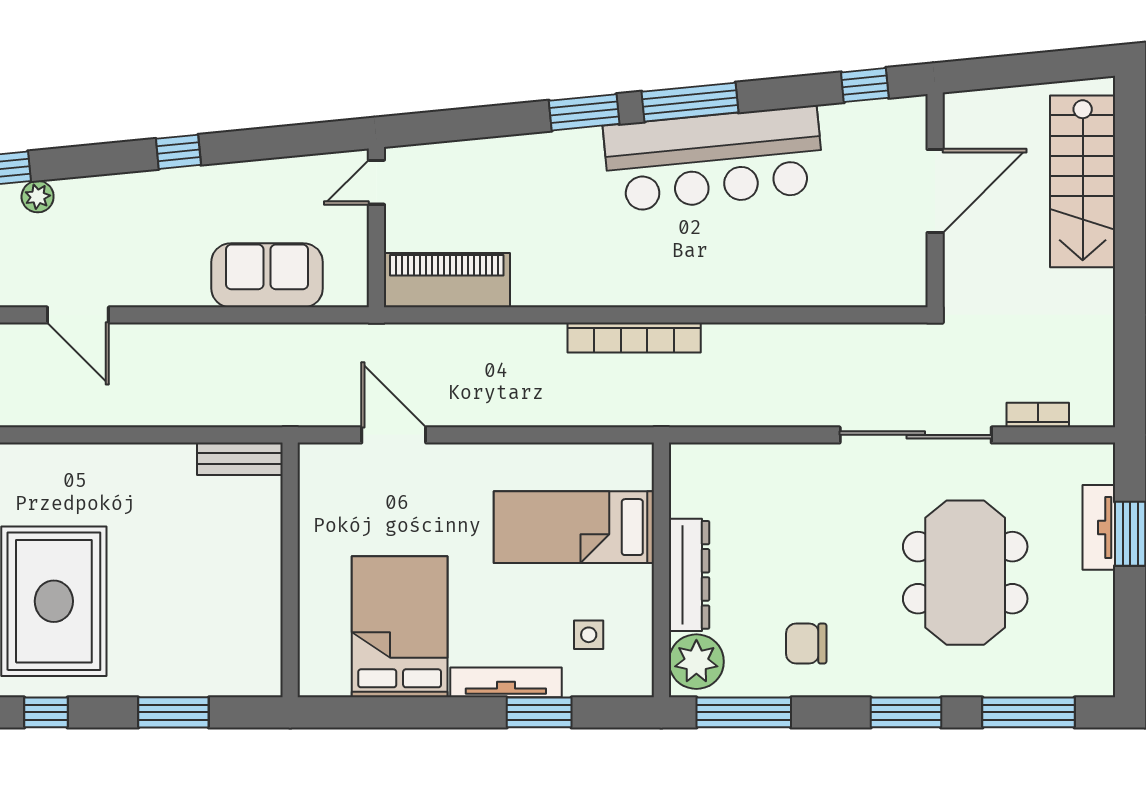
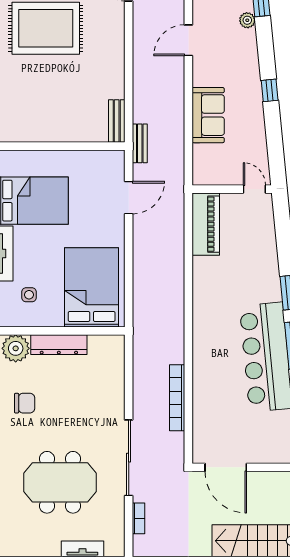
door: (935, 191) -> (226, 467), moved
sofa: (267, 275) -> (208, 115), moved
bookcase: (634, 338) -> (177, 398), moved
bench: (285, 412) -> (140, 143), added
bed: (574, 527) -> (92, 287), width x1.50
chair: (806, 644) -> (25, 403), turned 90

